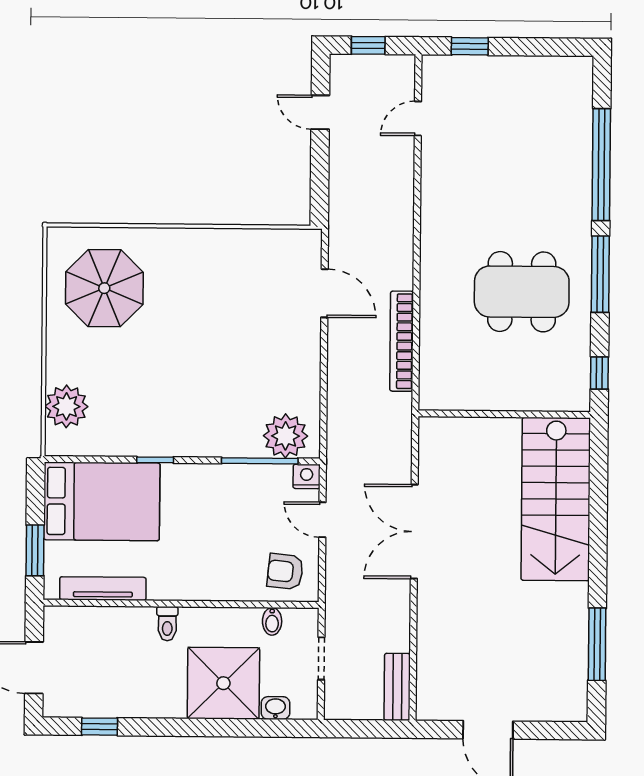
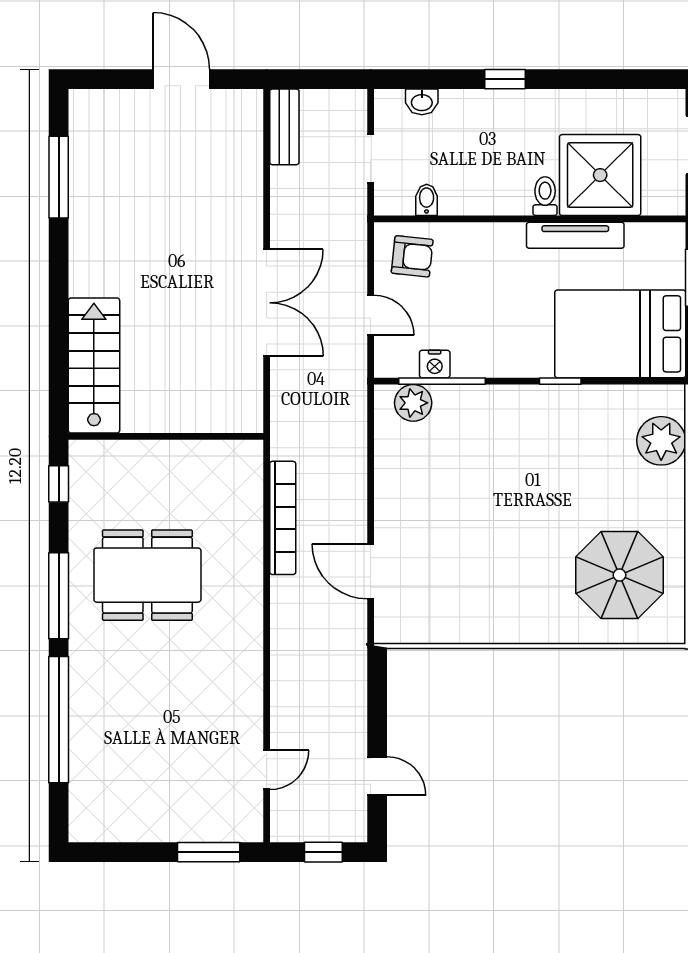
window: (470, 46) -> (209, 852), width x1.50
plant: (286, 436) -> (413, 403), width x0.73, depth x0.73
nightstand: (307, 476) -> (435, 364), moved
stairs: (556, 499) -> (94, 365), width x0.73, depth x0.66
tv unit: (103, 589) -> (575, 235), moved
shower: (223, 683) -> (600, 175), moved
window: (100, 727) -> (505, 79), moved

